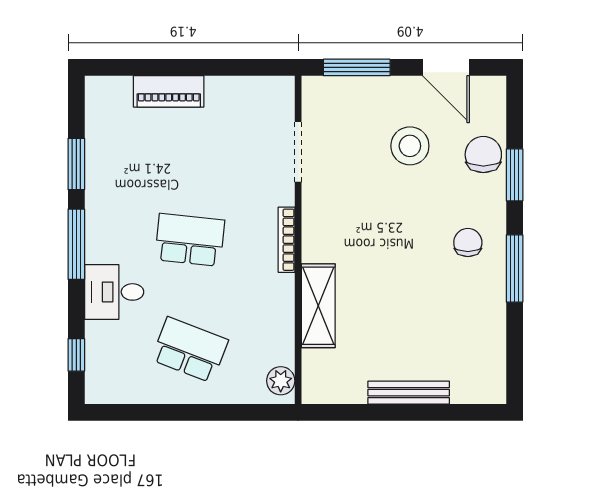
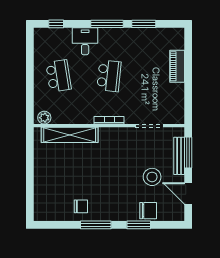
door: (446, 67) -> (188, 193), hinge flipped
chair: (468, 243) -> (81, 206), moved
shelving: (318, 306) -> (70, 135), width x1.47
school desk: (190, 350) -> (58, 76), turned -30
bench: (409, 393) -> (179, 156), moved

